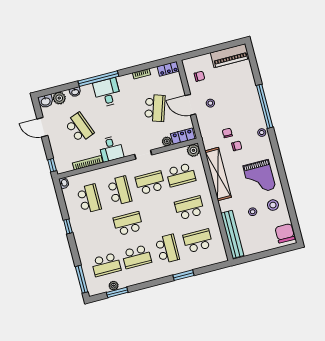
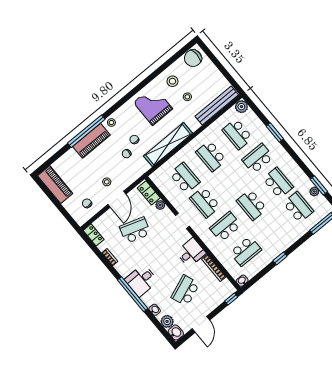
piano: (254, 107) -> (91, 141), added
plant: (193, 150) -> (241, 107), moved
grand piano: (259, 177) -> (153, 106), turned -90
school desk: (89, 199) -> (246, 251), turned 180

